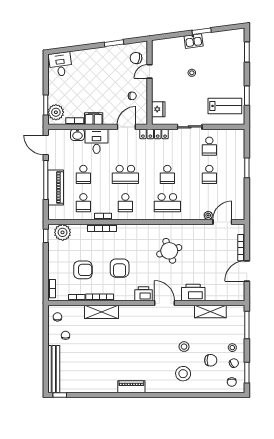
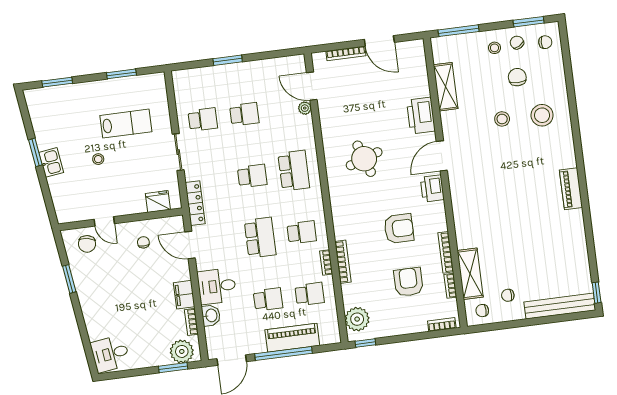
lab bench: (225, 106) -> (126, 124), moved, turned 90
shelving: (102, 312) -> (470, 274), moved

